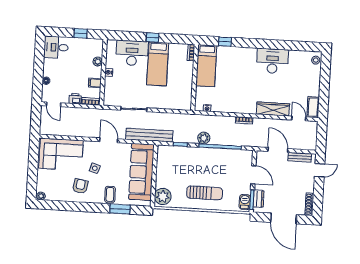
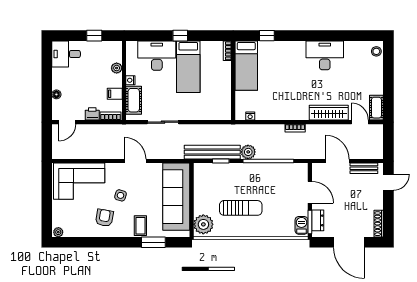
cot: (110, 89) -> (134, 100), added
door: (54, 104) -> (67, 122), hinge flipped
bench: (149, 135) -> (212, 152), moved
sun lounger: (205, 193) -> (241, 208), moved

